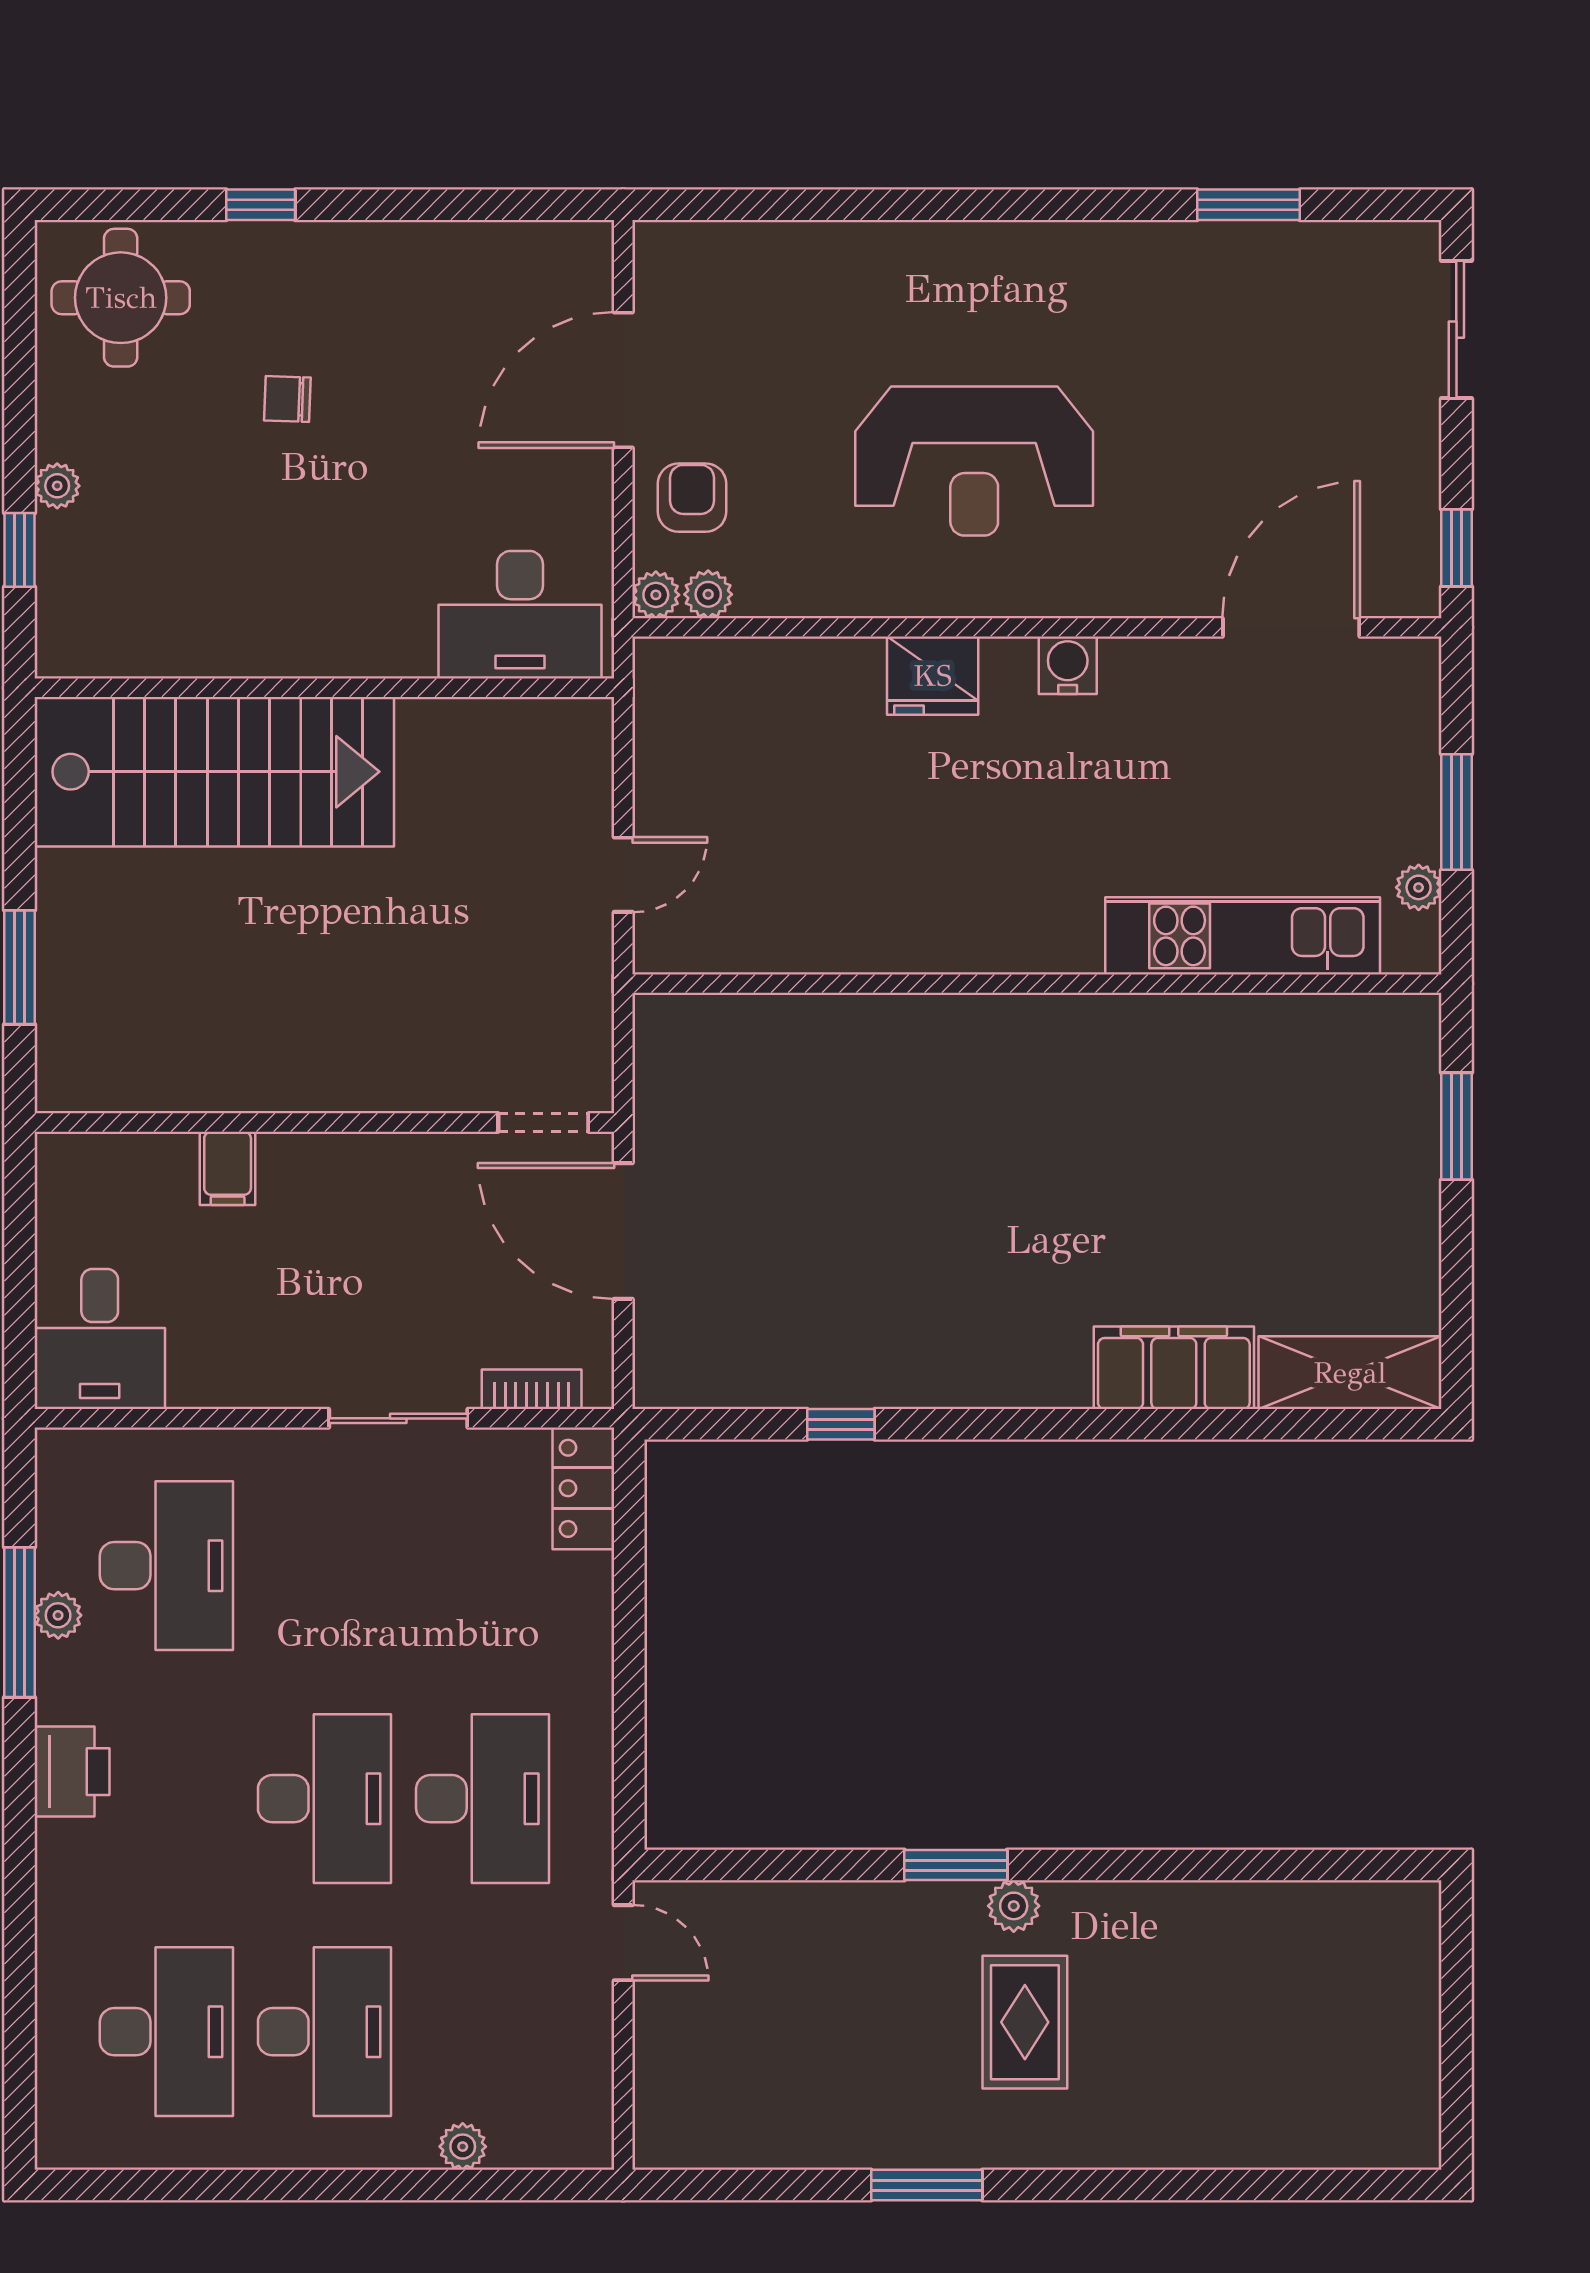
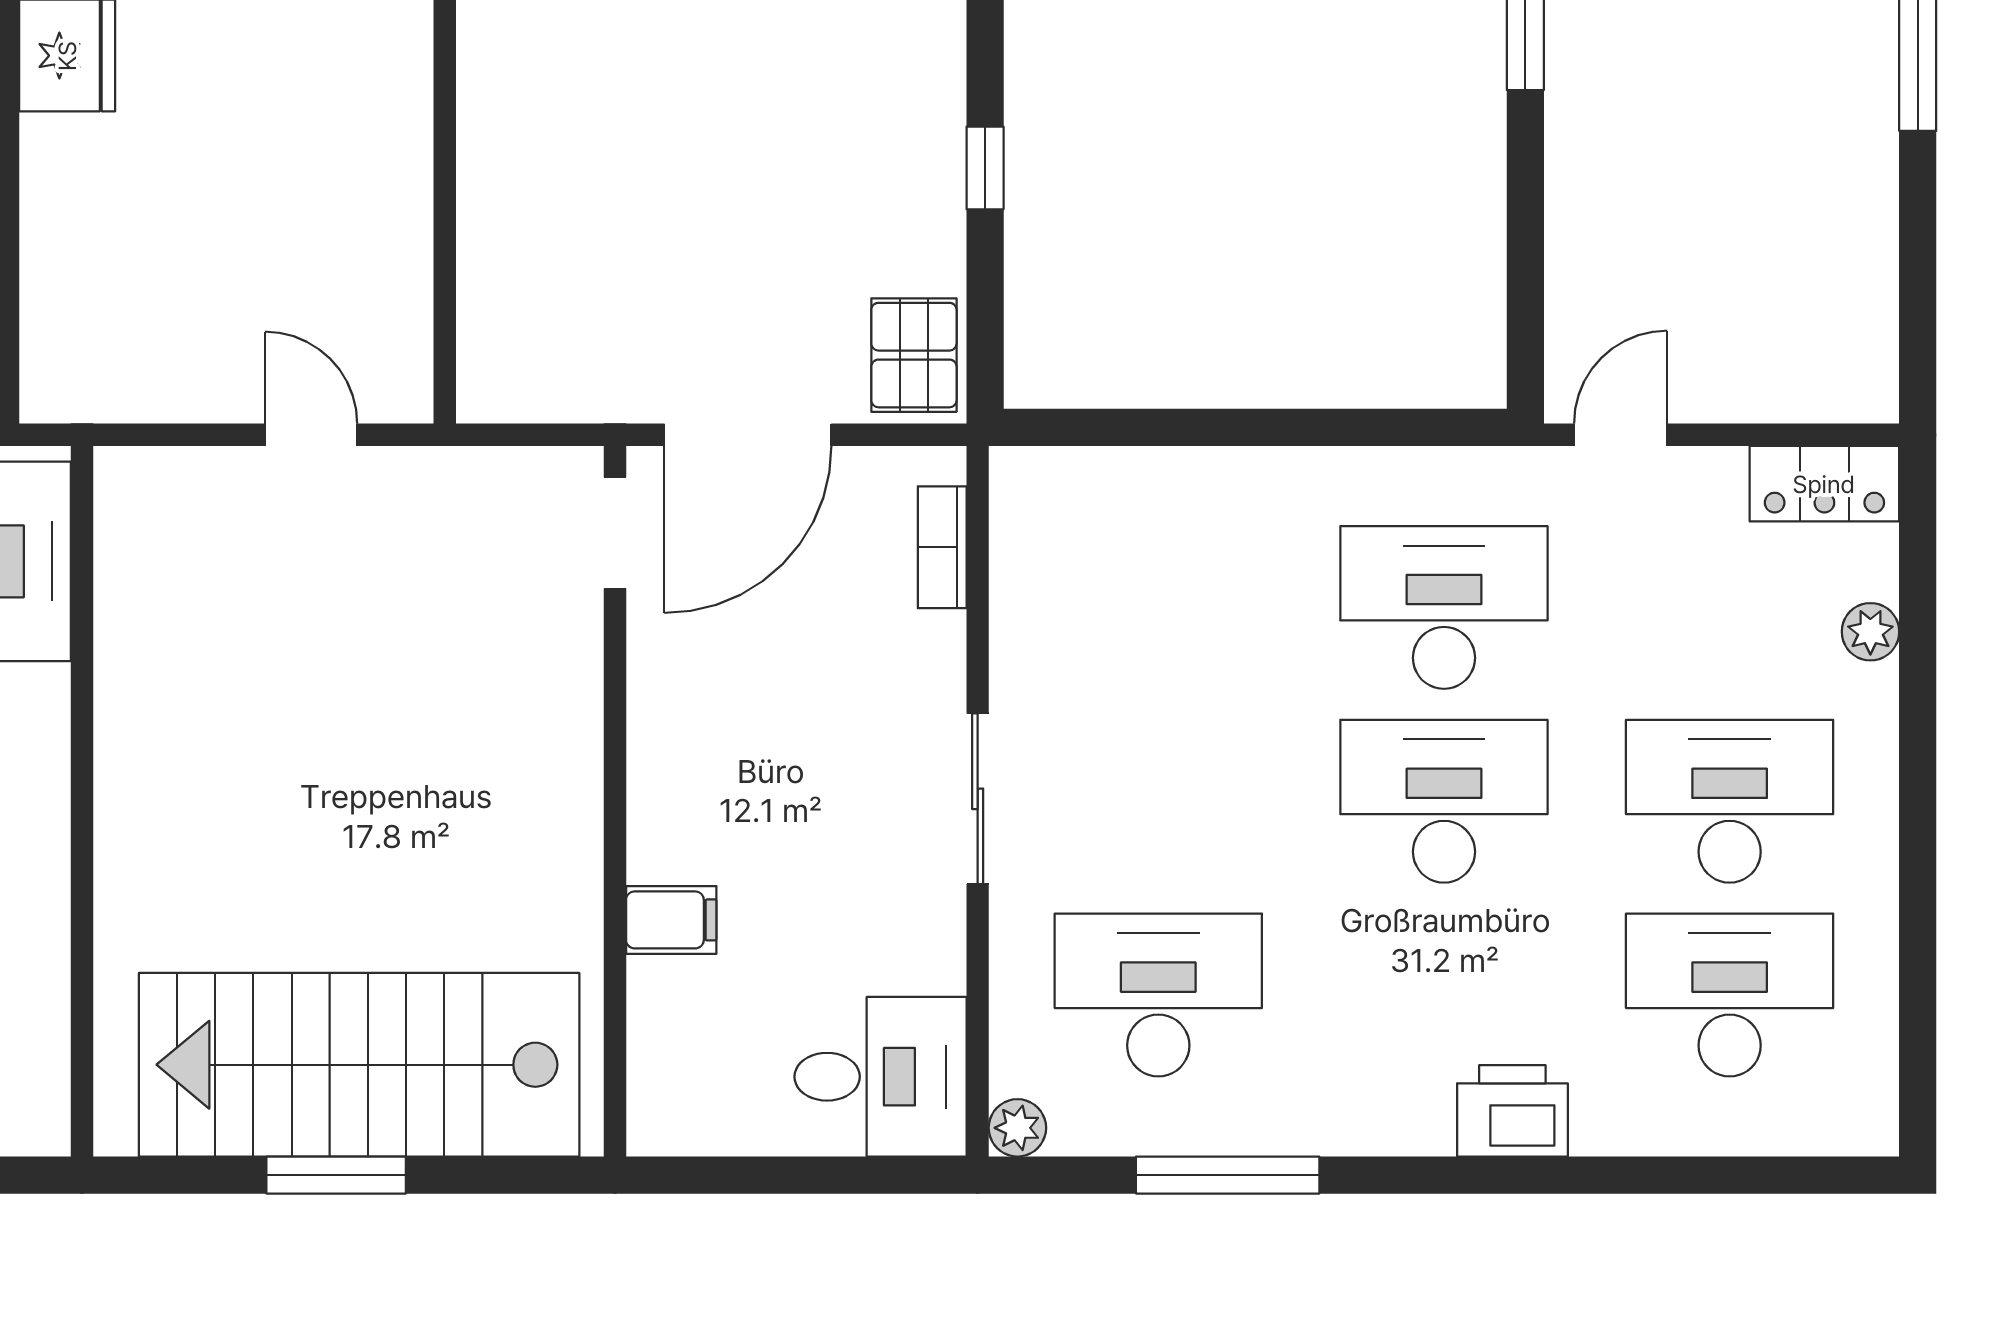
stairs: (214, 772) -> (359, 1065), moved, turned -90
window: (20, 967) -> (336, 1175), moved
pallet: (688, 1366) -> (914, 355), added
sliding door: (398, 1418) -> (978, 799), moved
locker: (583, 1488) -> (1824, 484), moved
plant: (58, 1615) -> (1017, 1128), moved
printer: (72, 1772) -> (1512, 1111), moved

